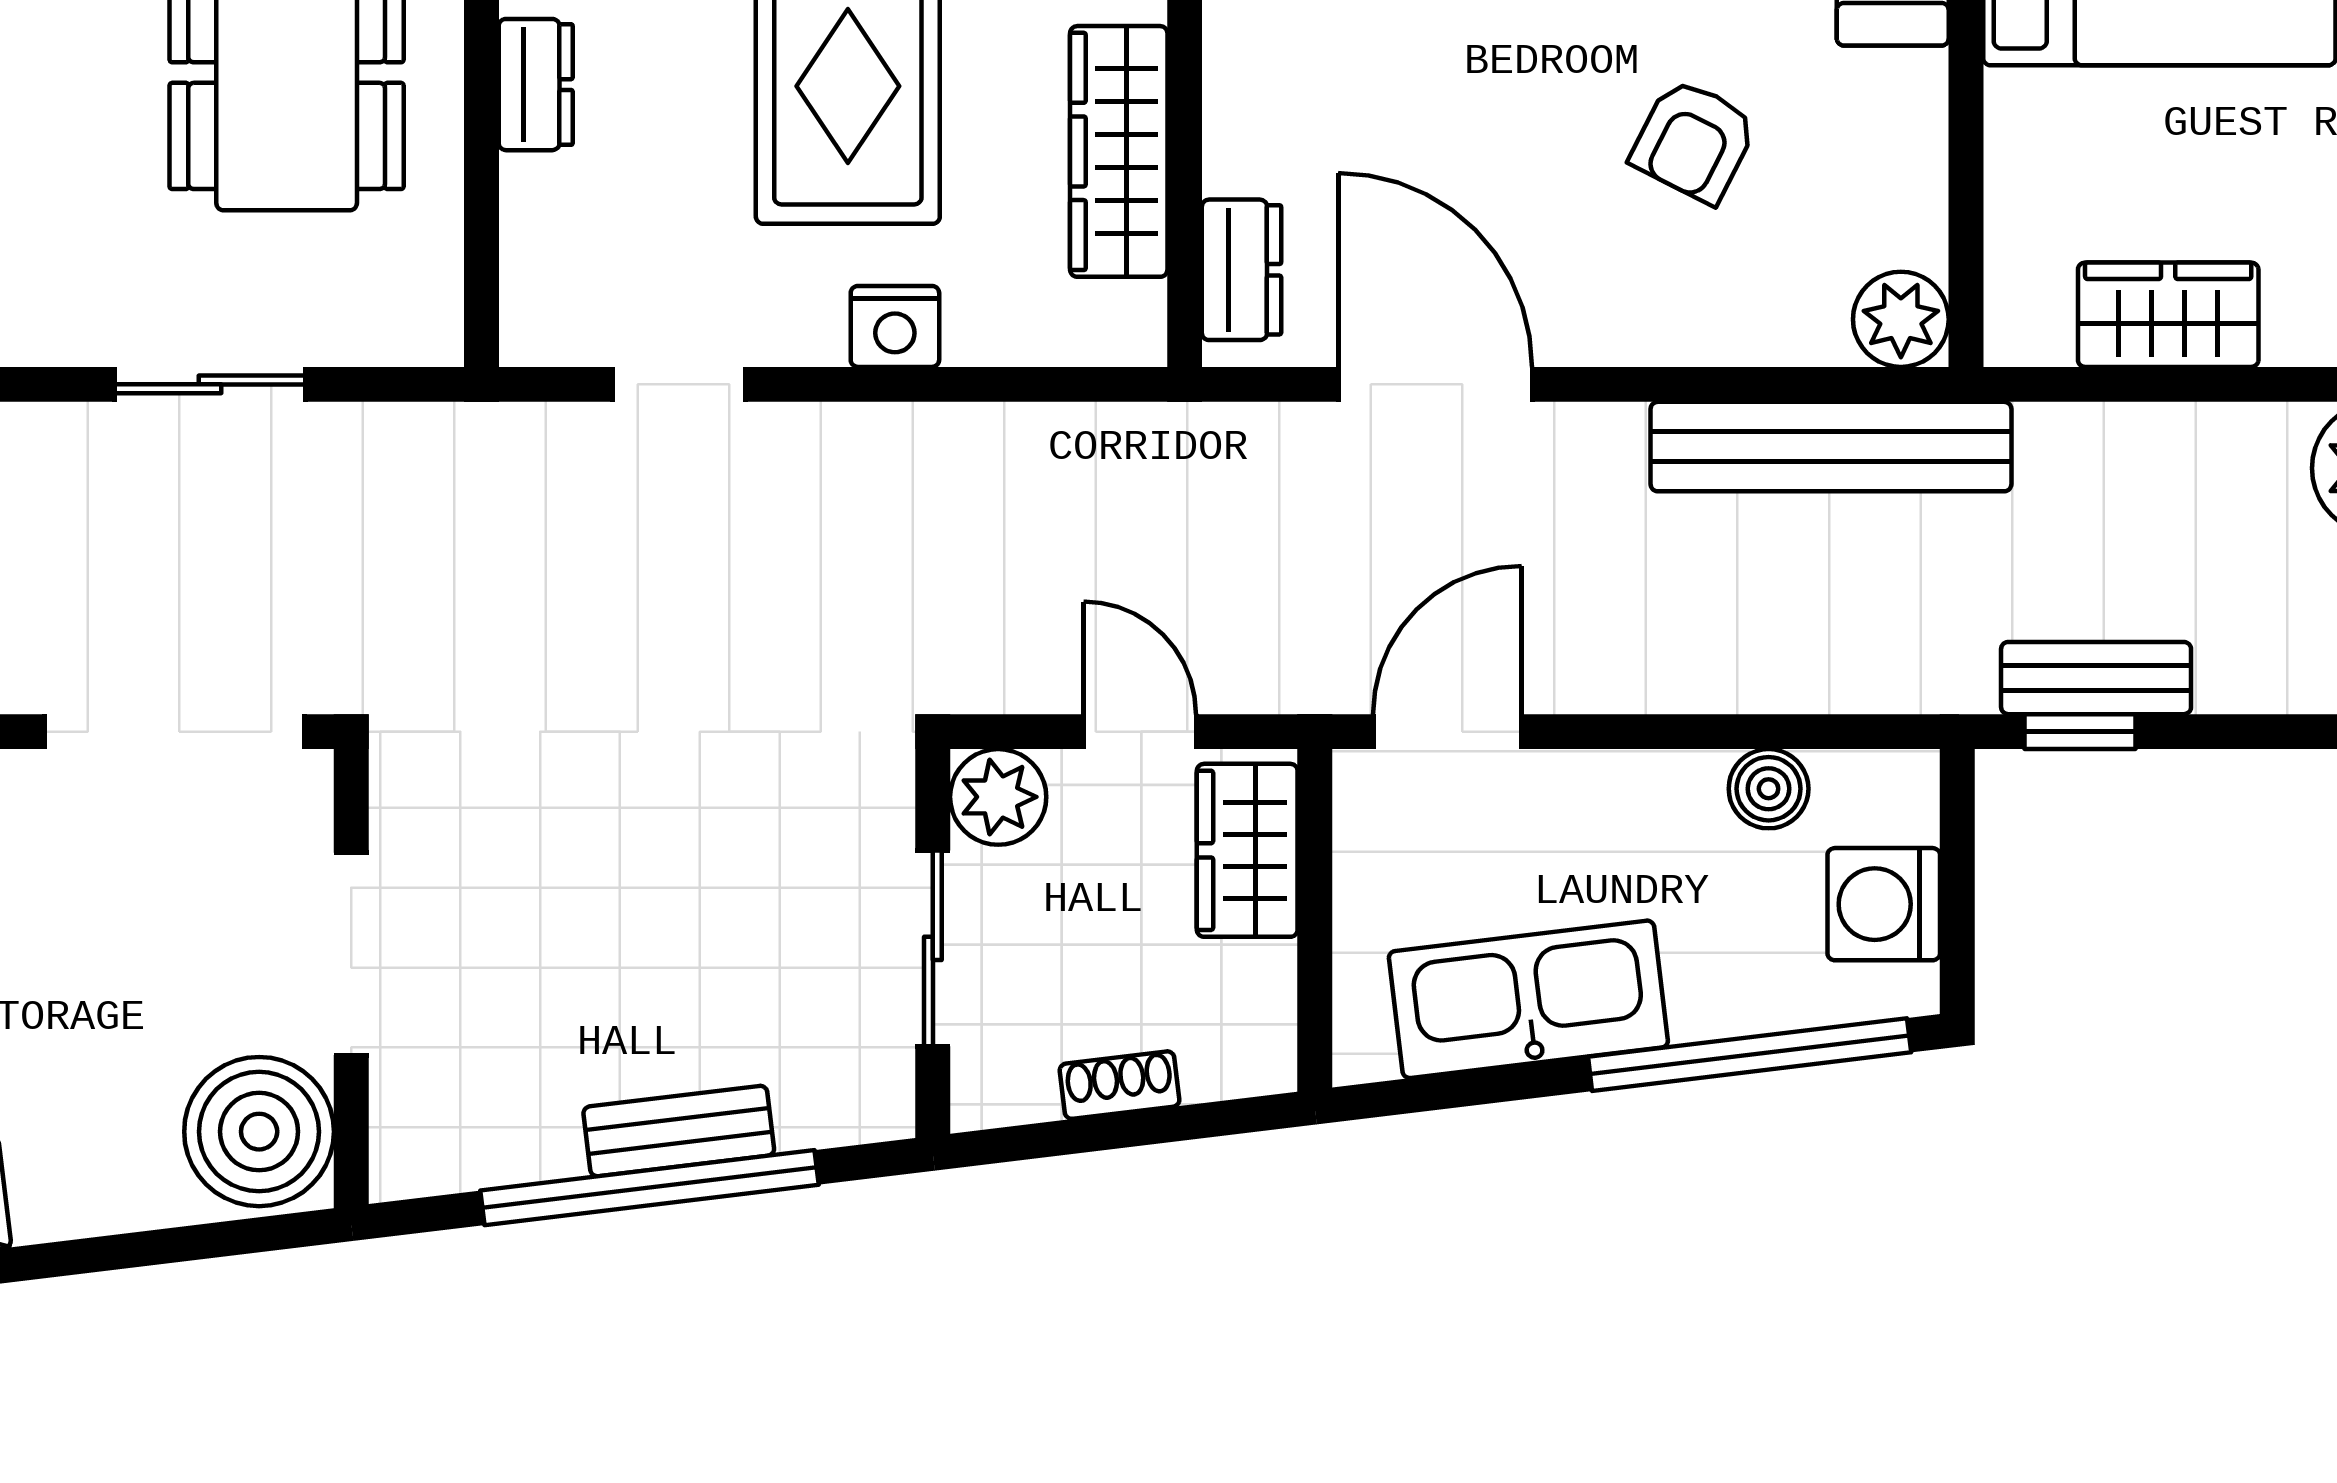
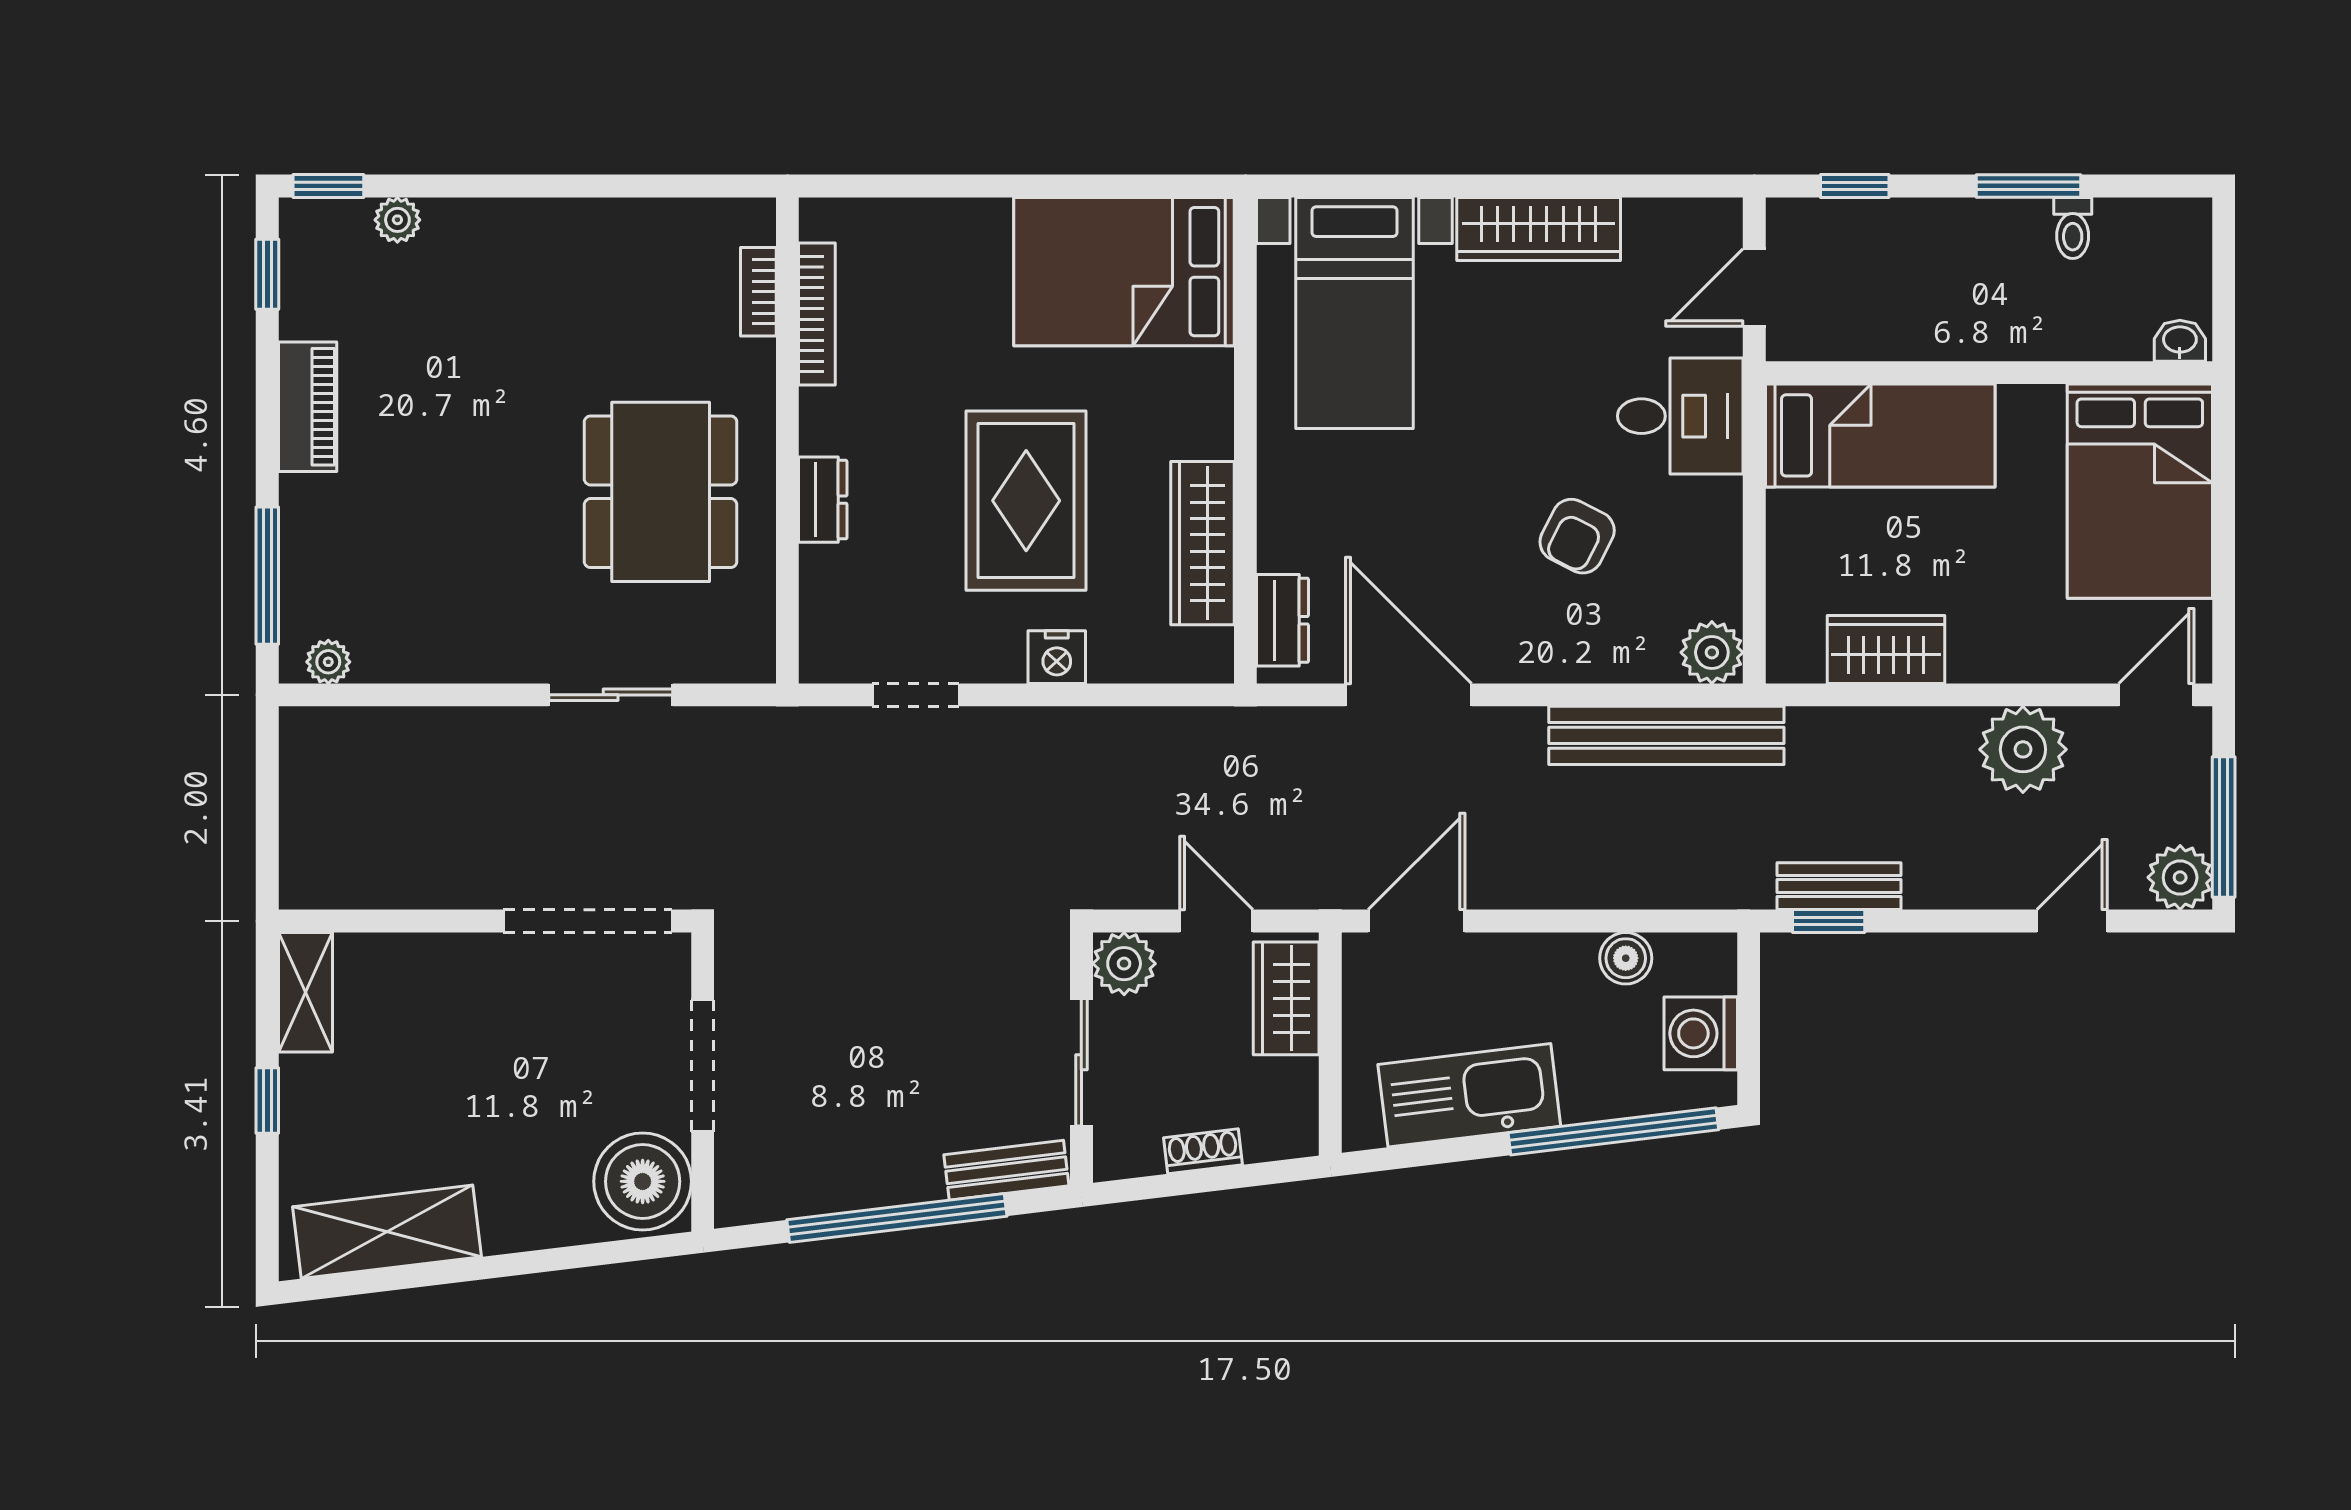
bench: (679, 1131) -> (1006, 1170), moved

